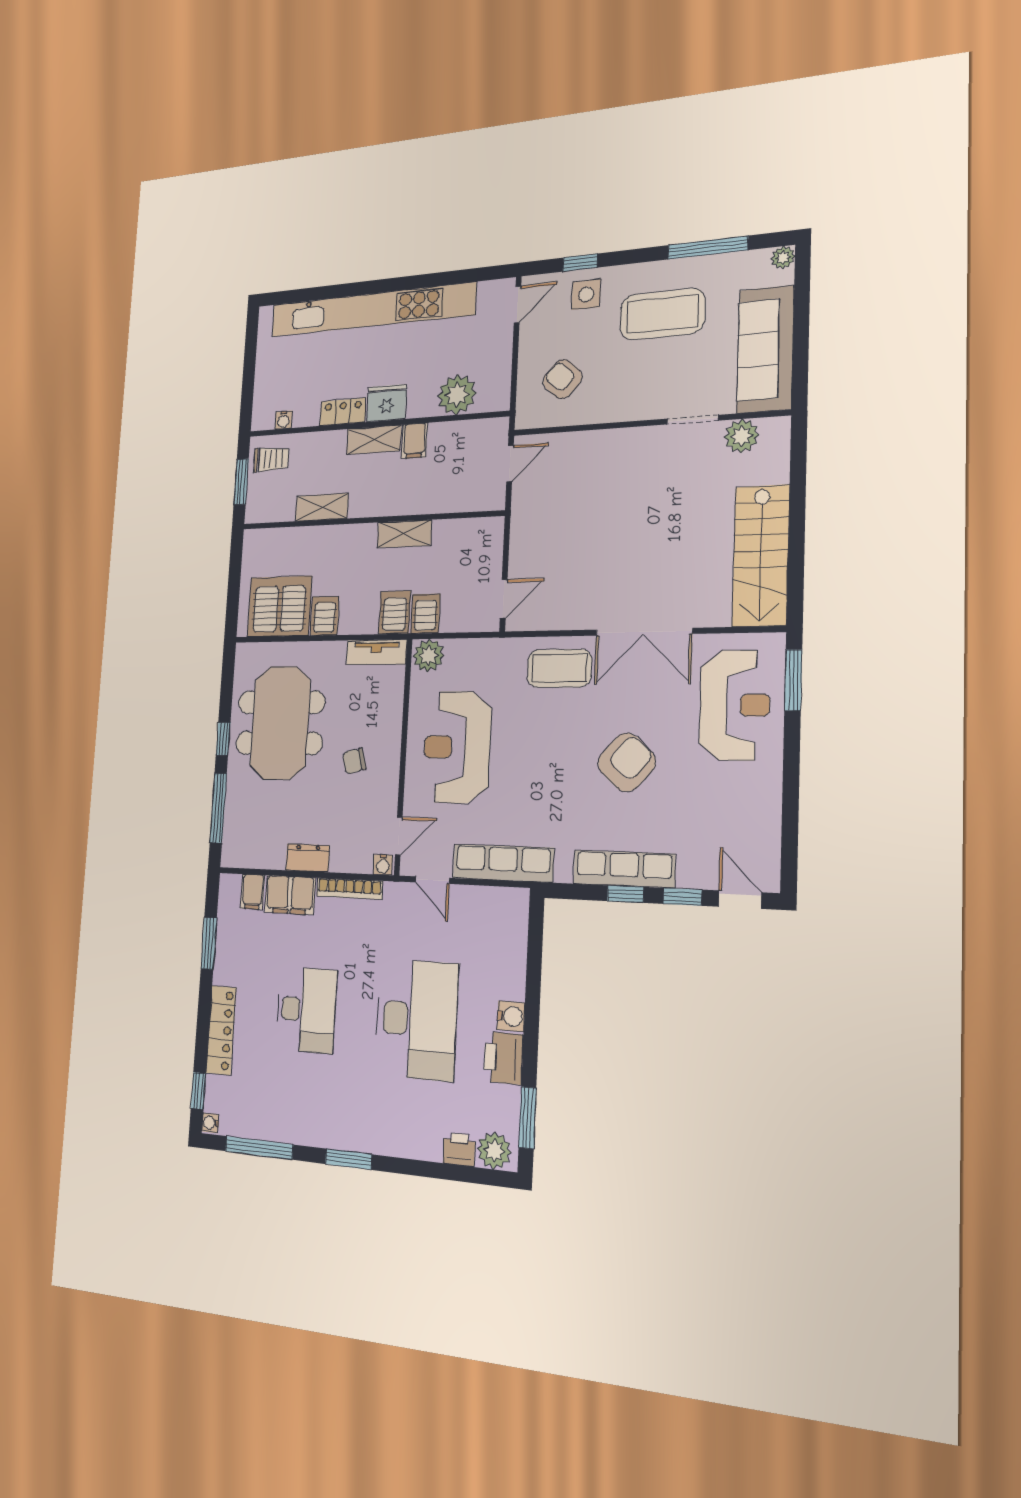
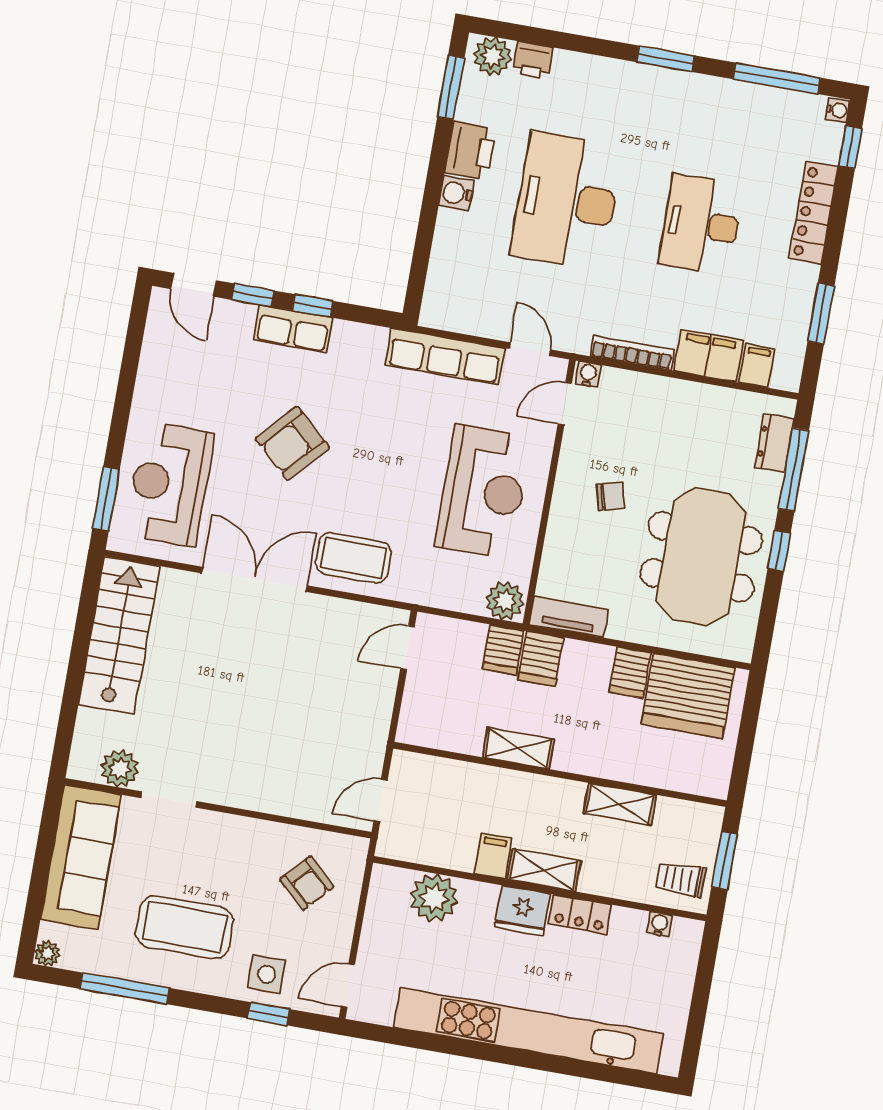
dresser: (308, 858) -> (774, 443), moved, turned 90
row of seats: (624, 869) -> (293, 329), width x0.68

